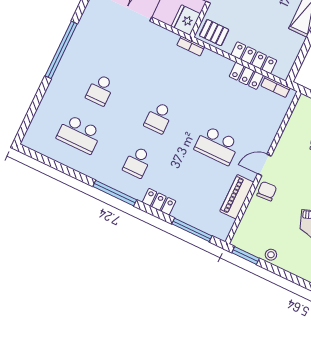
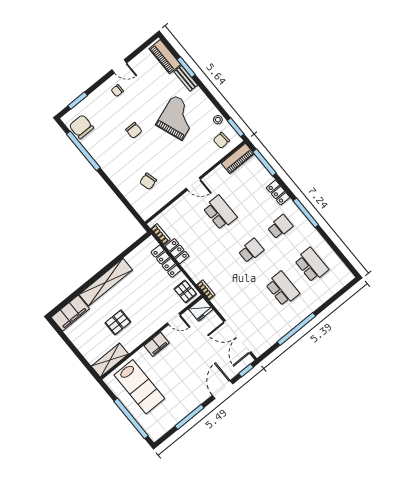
school desk: (100, 90) -> (282, 289), width x1.85
chair: (267, 191) -> (221, 140), moved
piano: (237, 197) -> (238, 158), moved

